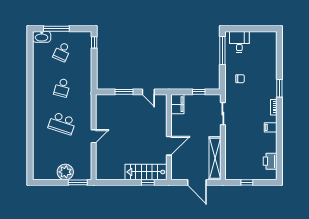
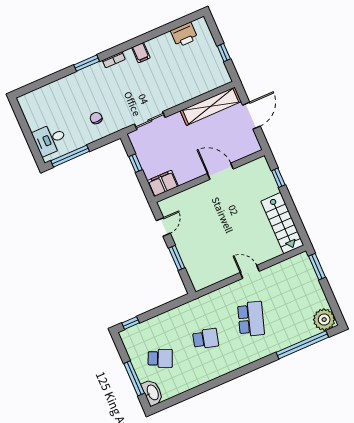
window: (30, 150) -> (302, 345), added
plant: (65, 172) -> (324, 320), moved
stairs: (146, 172) -> (282, 223), moved

